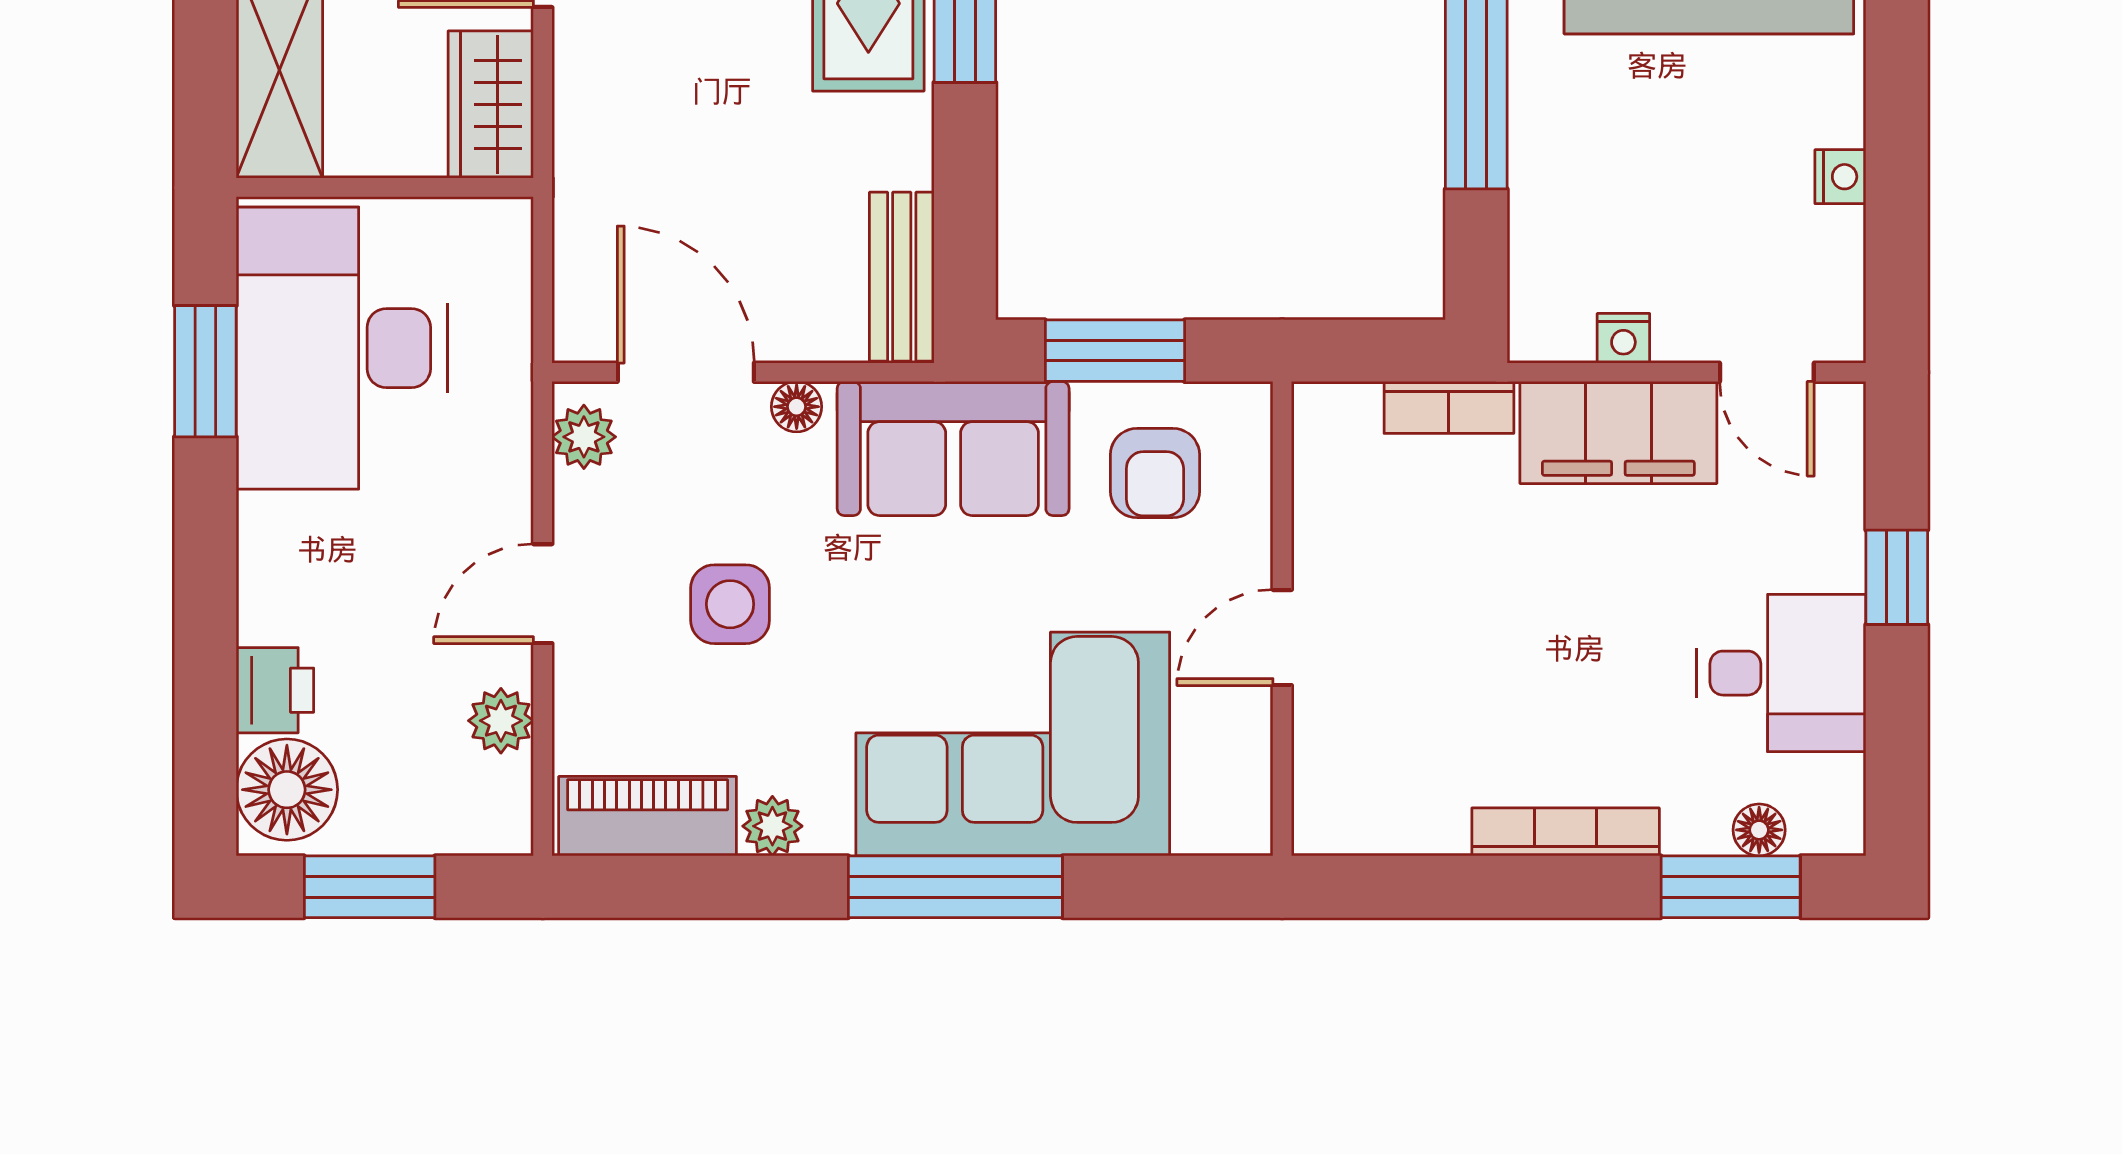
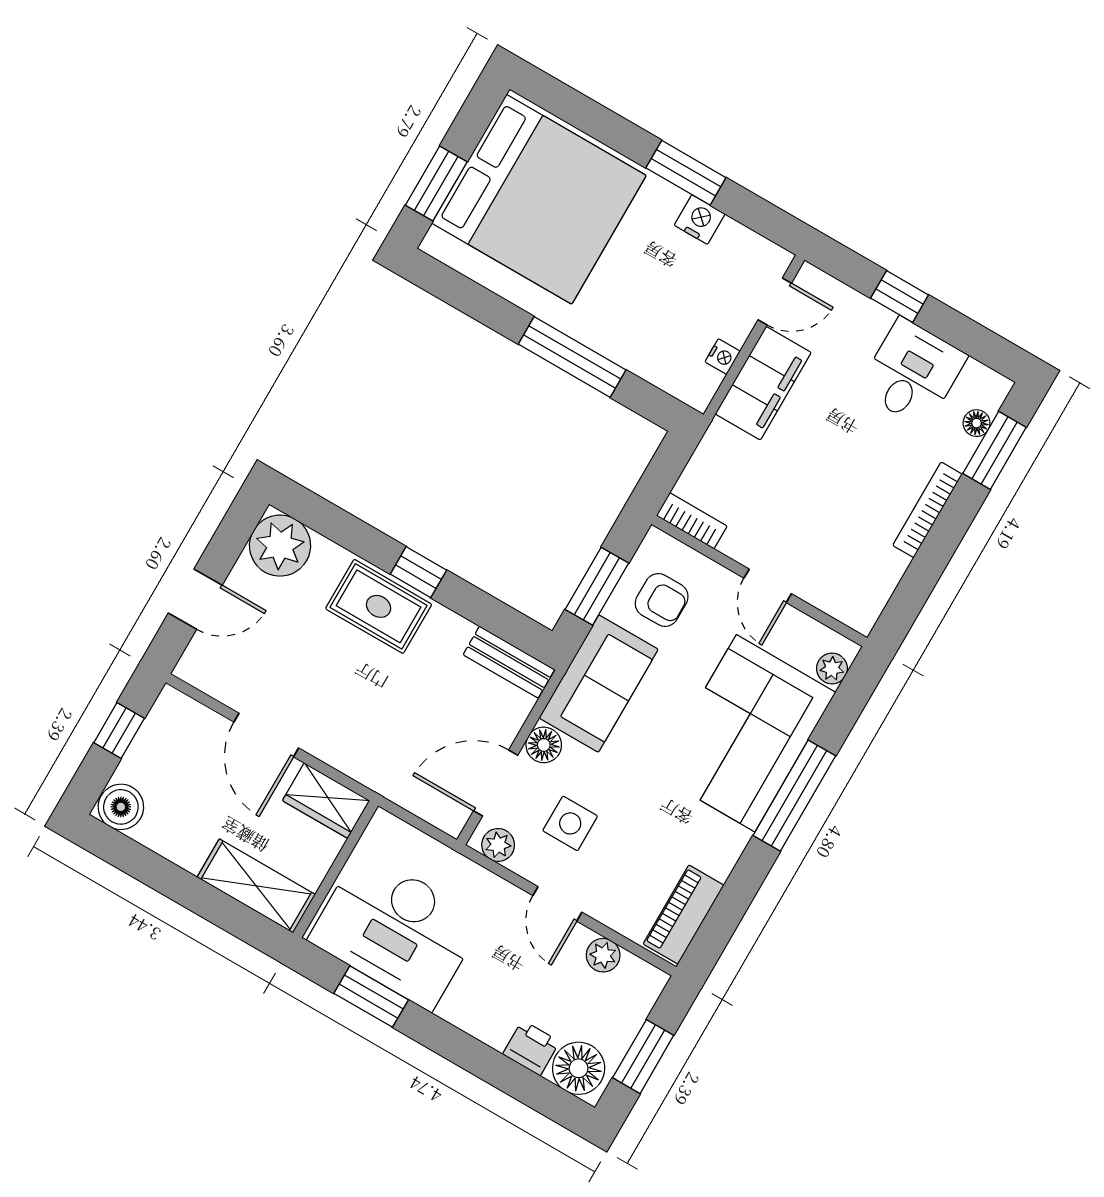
window: (1897, 98) -> (686, 173), added
nightstand: (1840, 177) -> (700, 220), width x1.39, depth x1.35
floor lamp: (797, 407) -> (544, 745), width x1.37, depth x1.37
bookcase: (1449, 407) -> (692, 521), moved, turned -90
side table: (730, 604) -> (570, 823), moved
plant: (772, 826) -> (832, 669), moved

